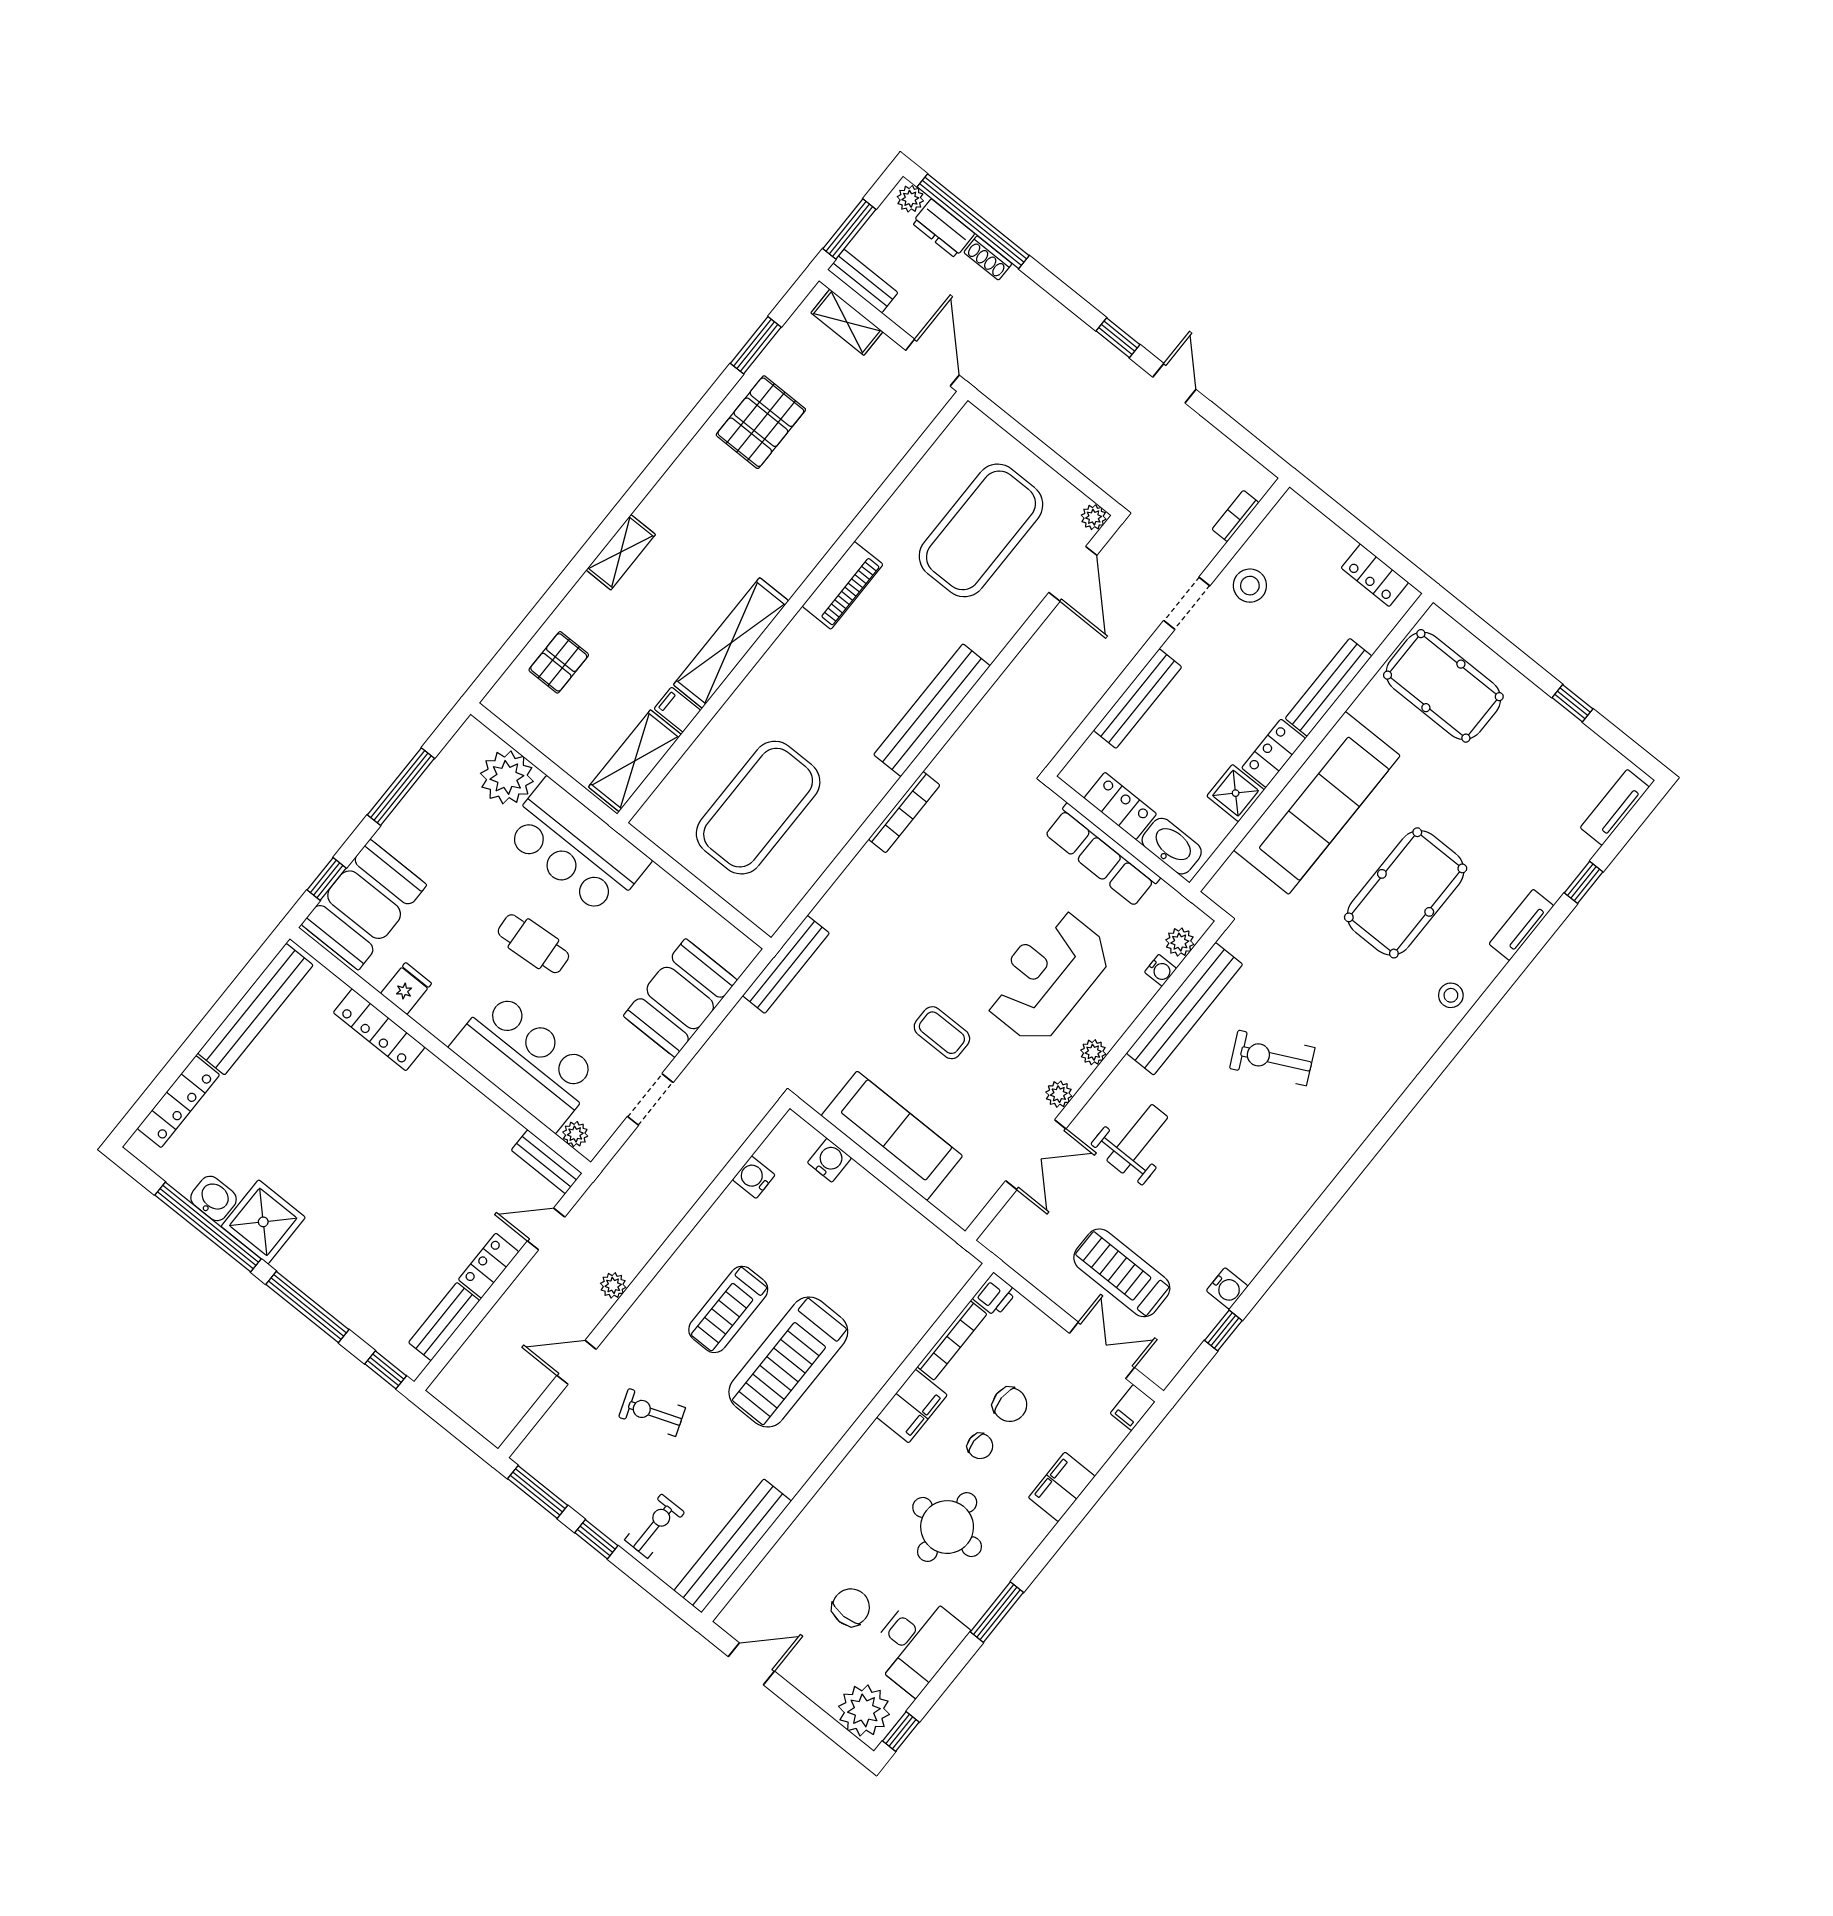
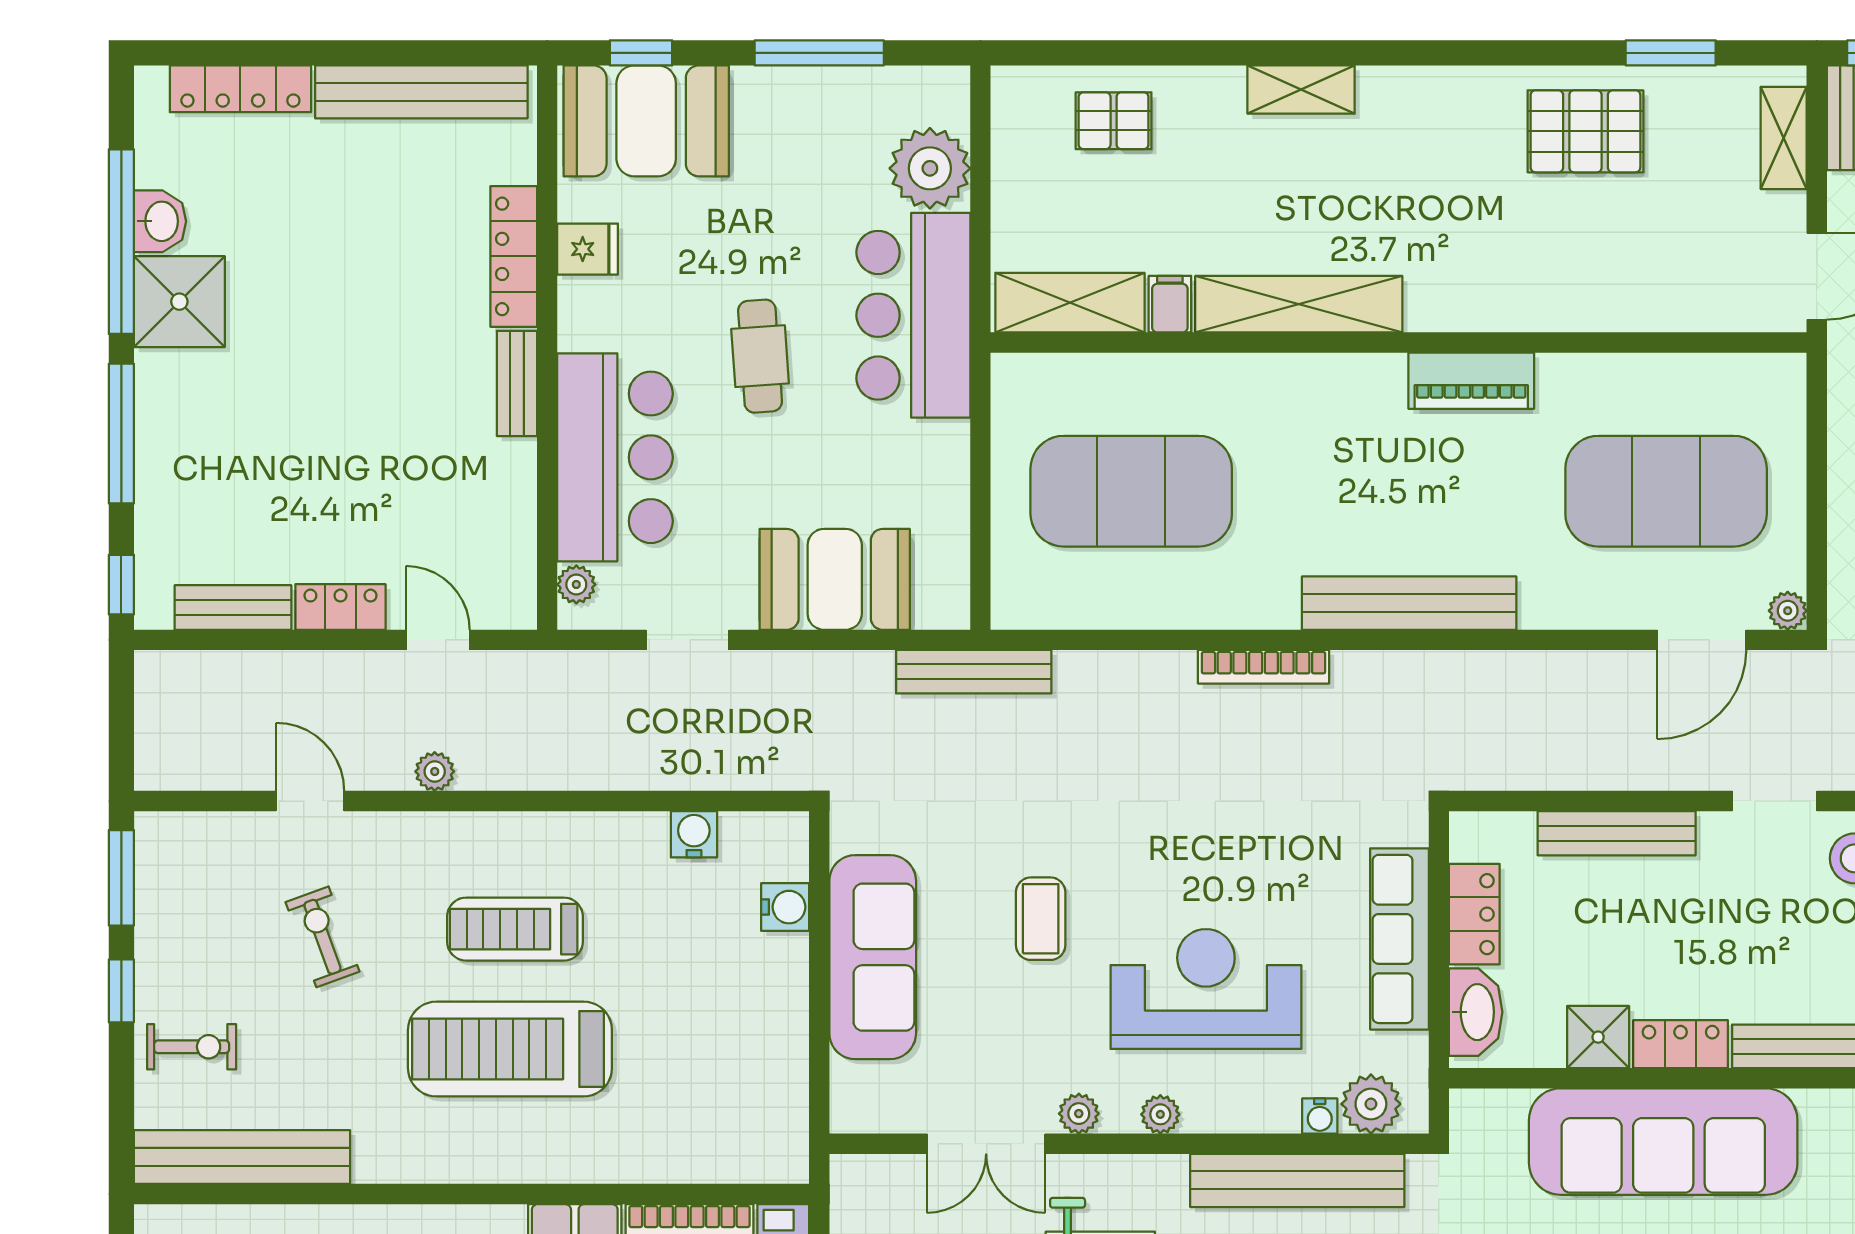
plant: (1180, 942) -> (1371, 1104), width x1.38, depth x1.38
bench: (547, 1162) -> (517, 383), moved

